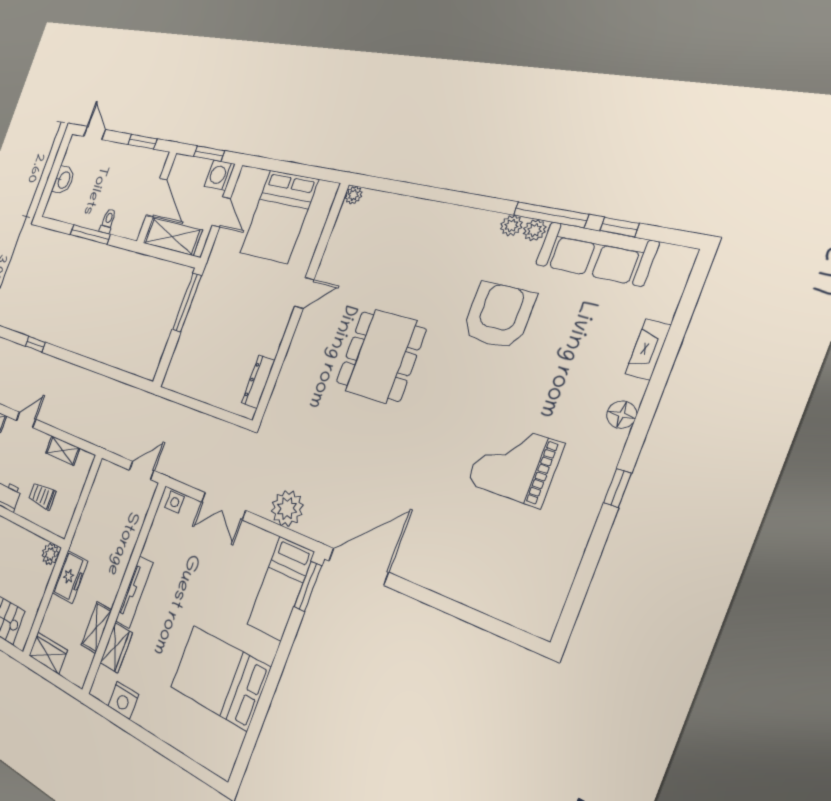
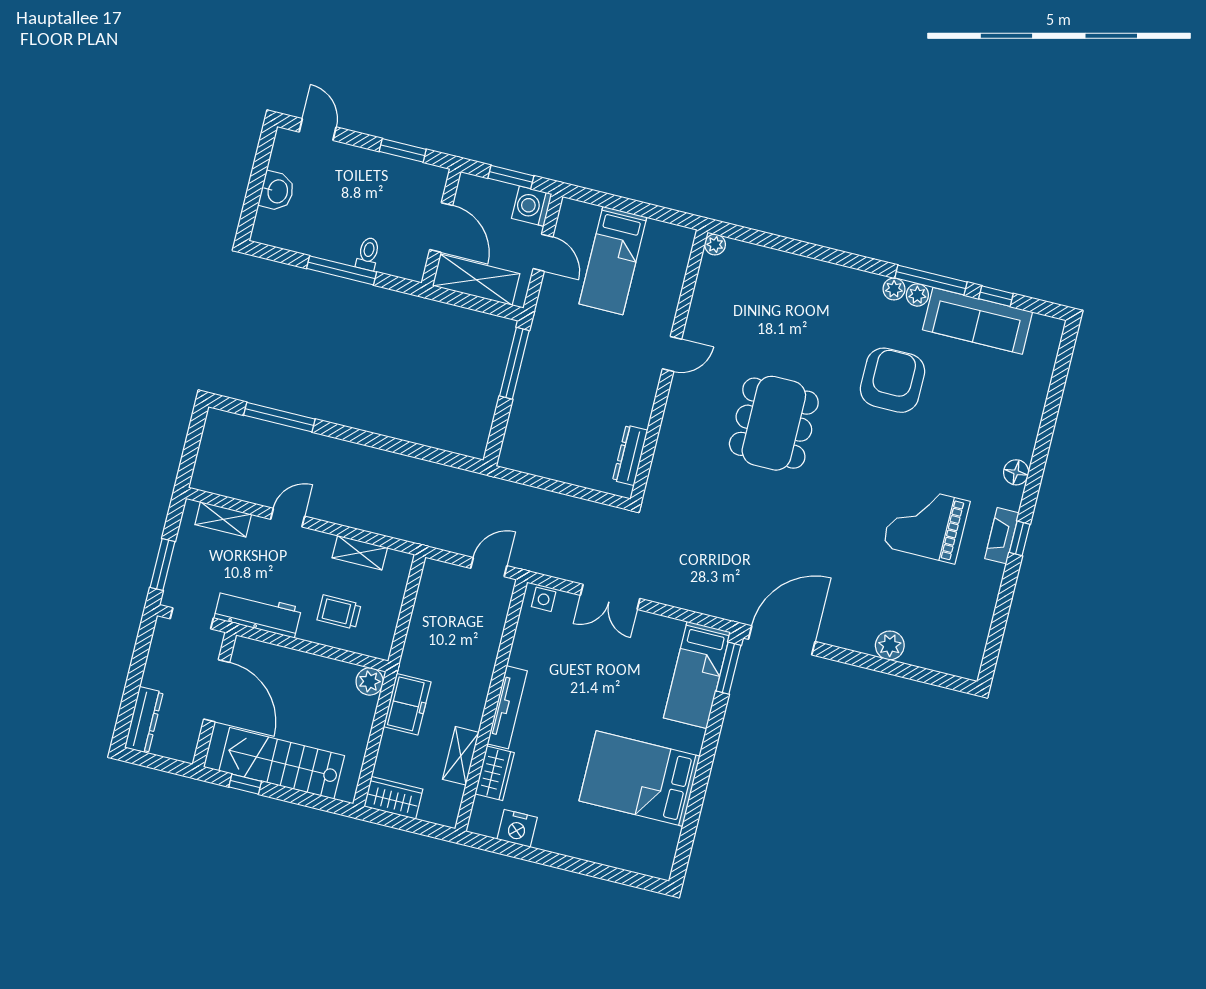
bed: (279, 216) -> (613, 261), width x0.67
window: (35, 344) -> (279, 417), width x2.17
fireplace: (648, 350) -> (1002, 536), moved
plant: (287, 508) -> (890, 645), moved, width x0.73, depth x0.73

